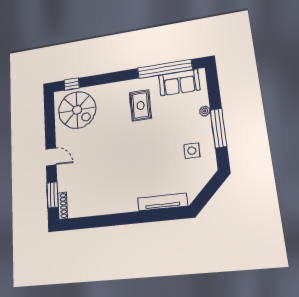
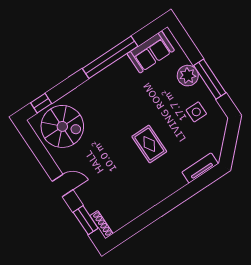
window: (165, 69) -> (110, 57), moved
rug: (141, 105) -> (149, 144), moved
plant: (205, 111) -> (188, 76), width x1.88, depth x1.88
tv unit: (162, 202) -> (200, 168), width x0.71

